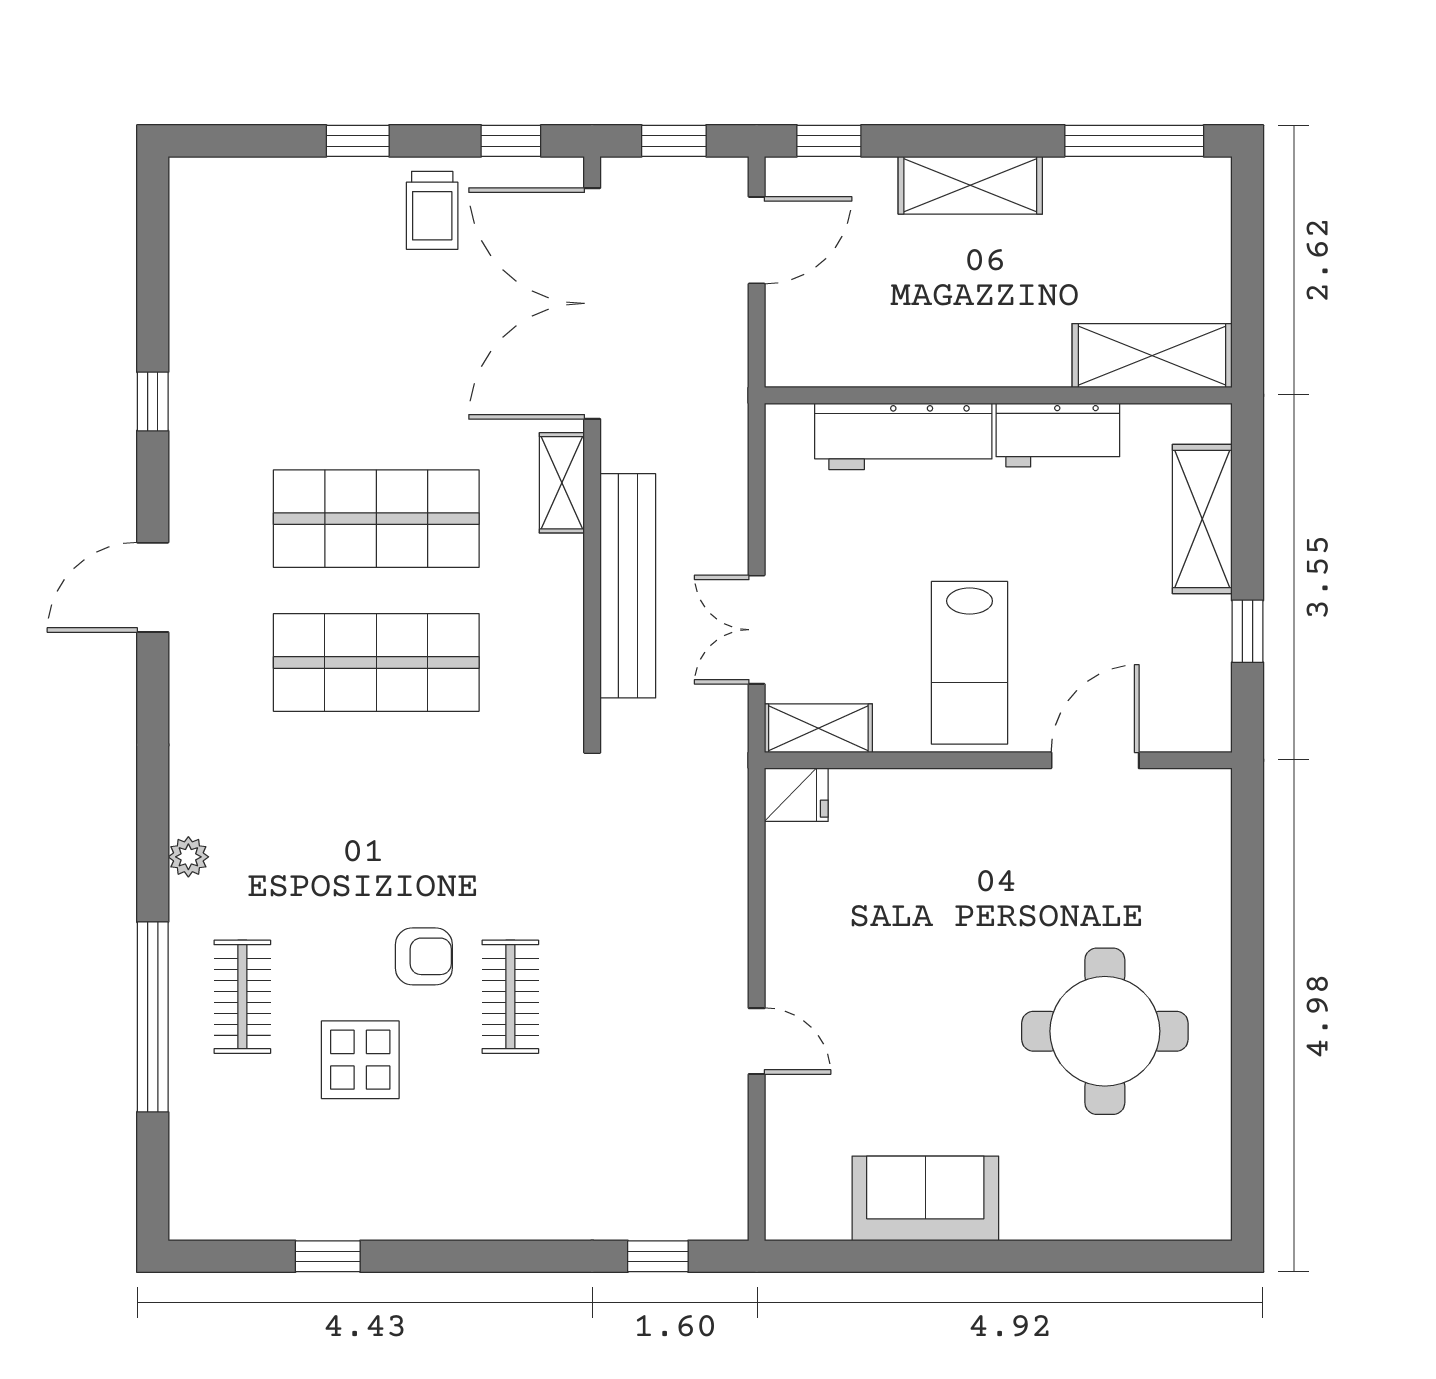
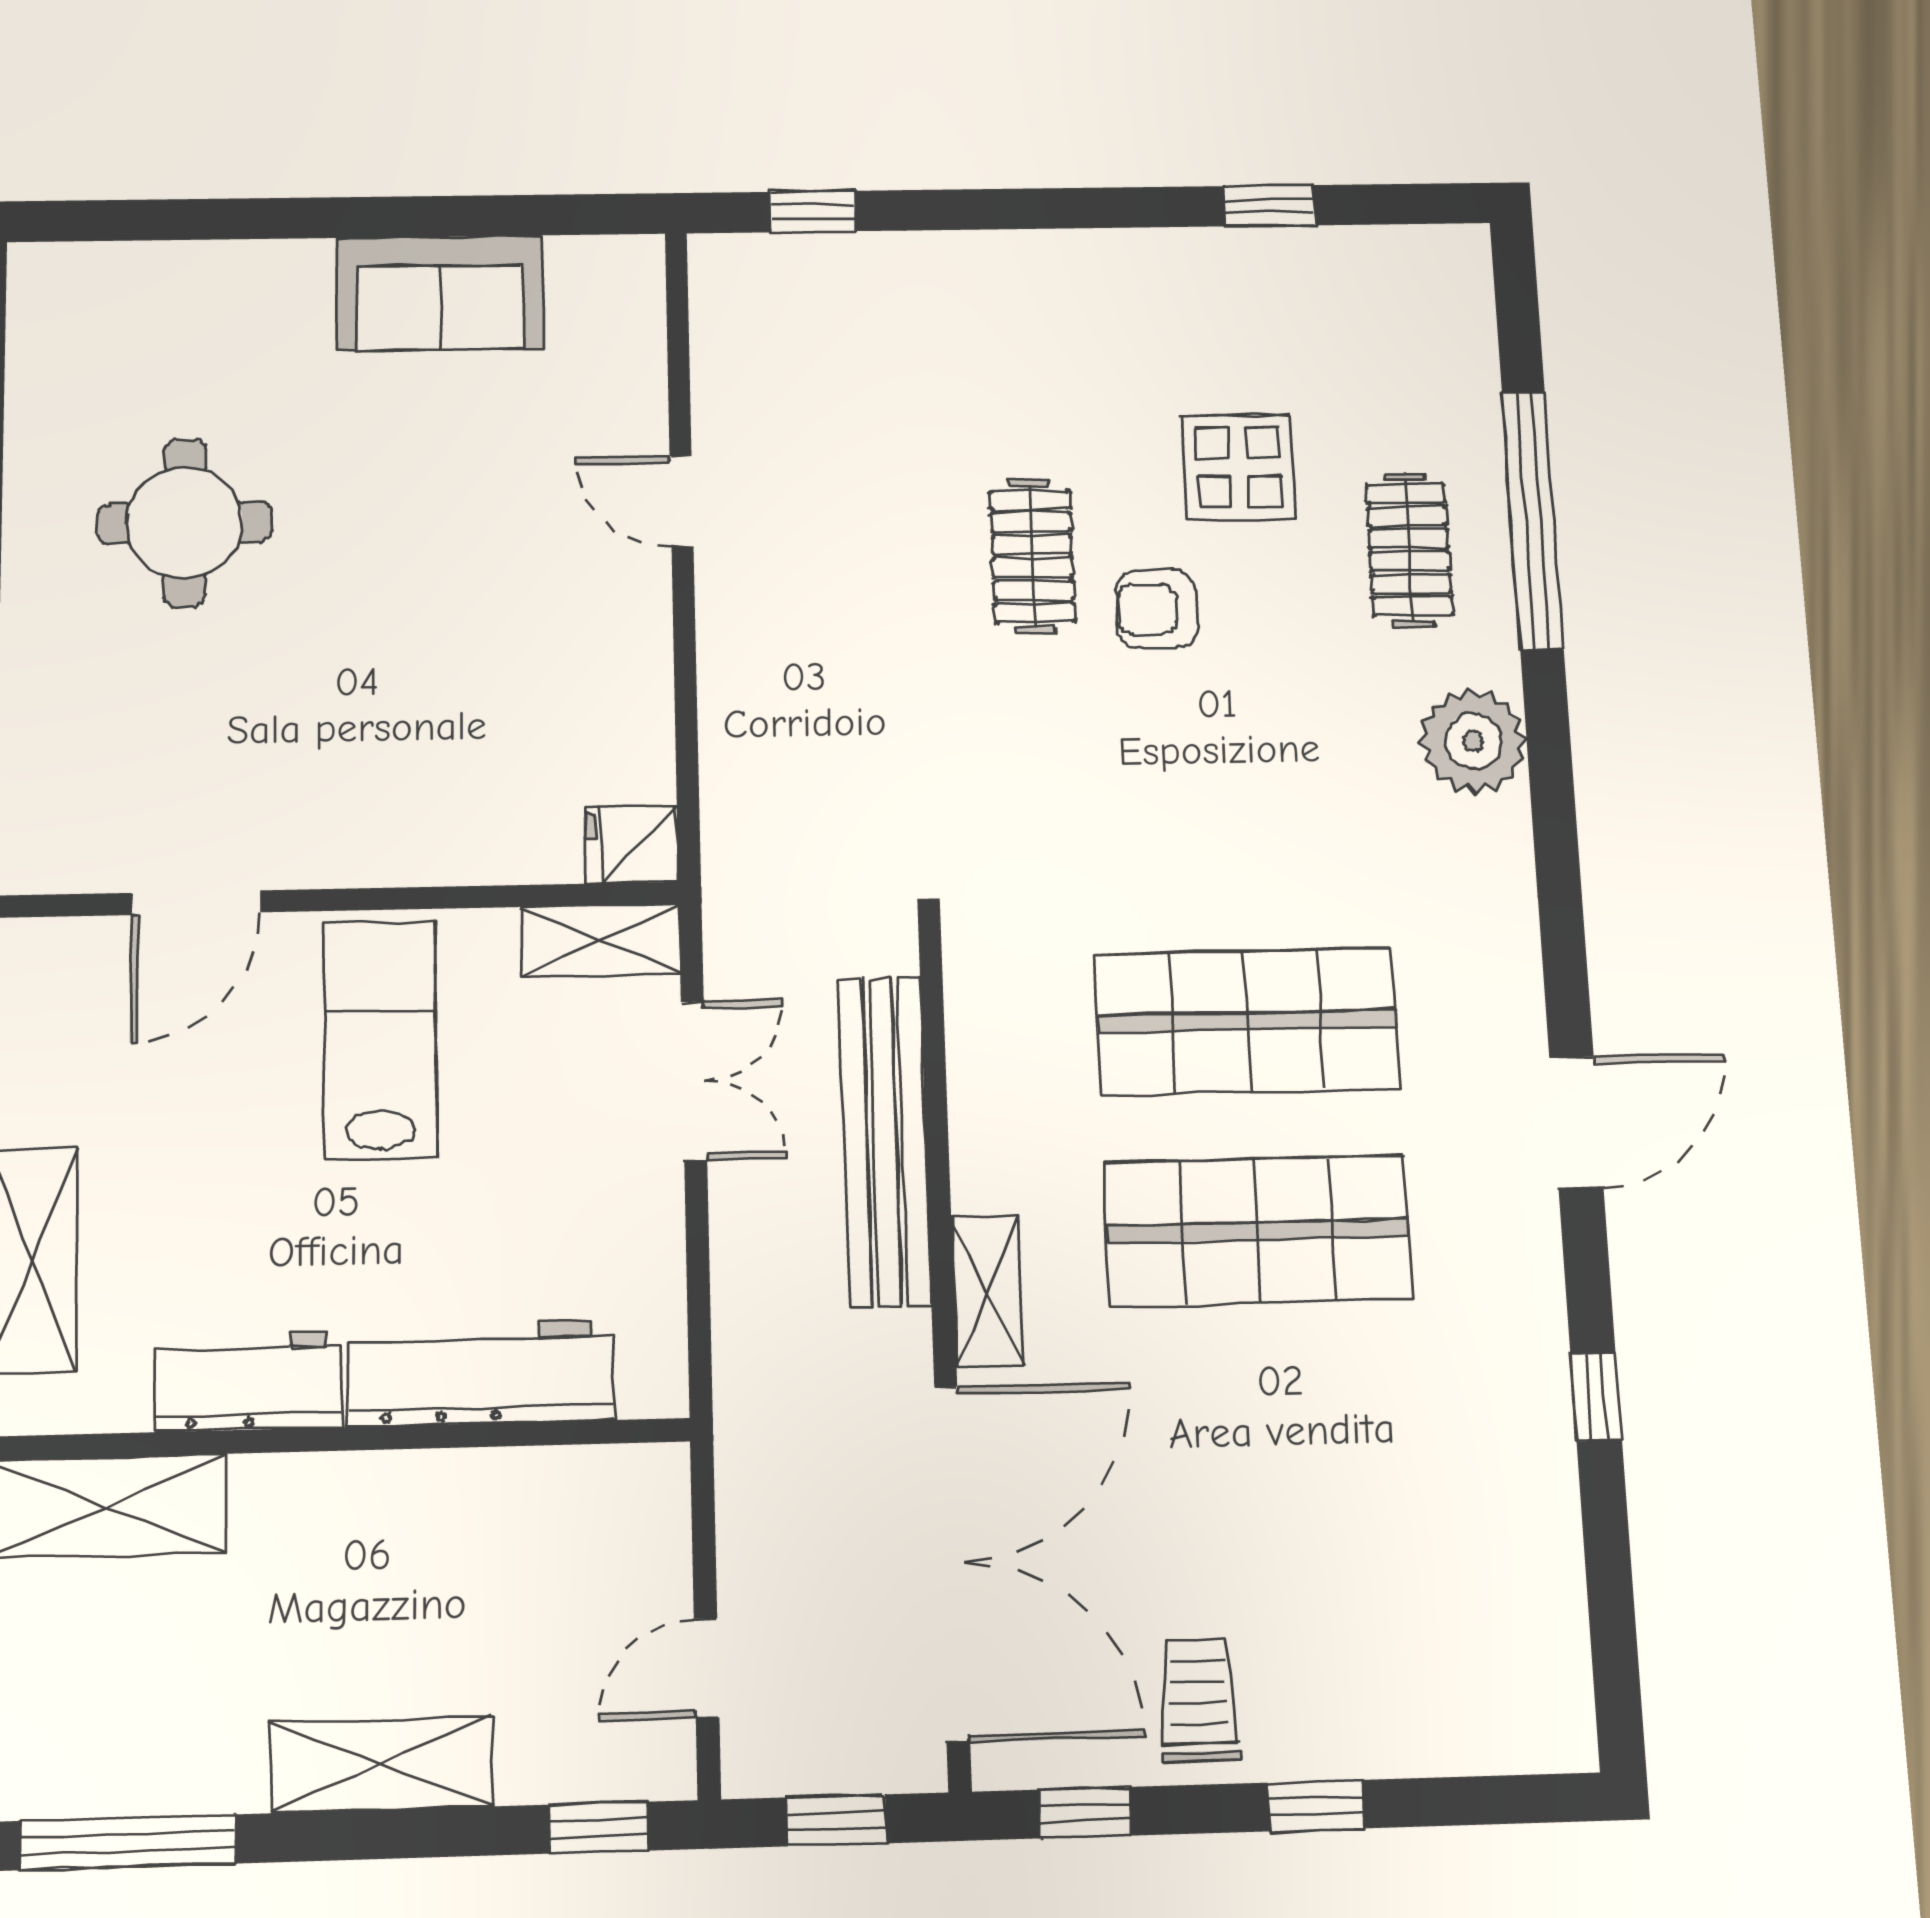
door: (757, 240) -> (707, 1668), width x0.73
plant: (188, 857) -> (1473, 741), width x1.88, depth x1.88
round table: (1105, 1031) -> (185, 523), width x0.73, depth x0.73

